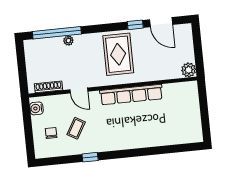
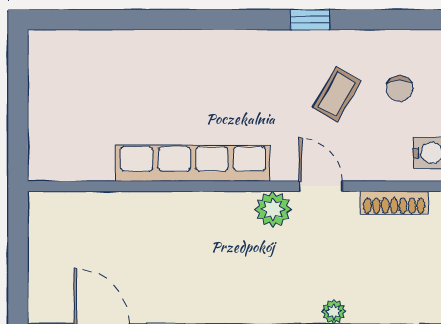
rug: (118, 54) -> (215, 265), removed
plant: (189, 70) -> (273, 209), moved

